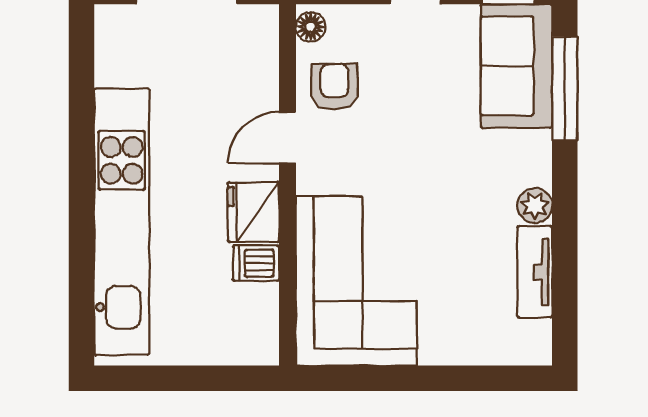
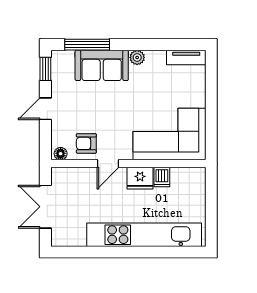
sofa: (516, 66) -> (102, 65), moved
door: (287, 137) -> (108, 164), hinge flipped
tv unit: (535, 272) -> (186, 58), moved

